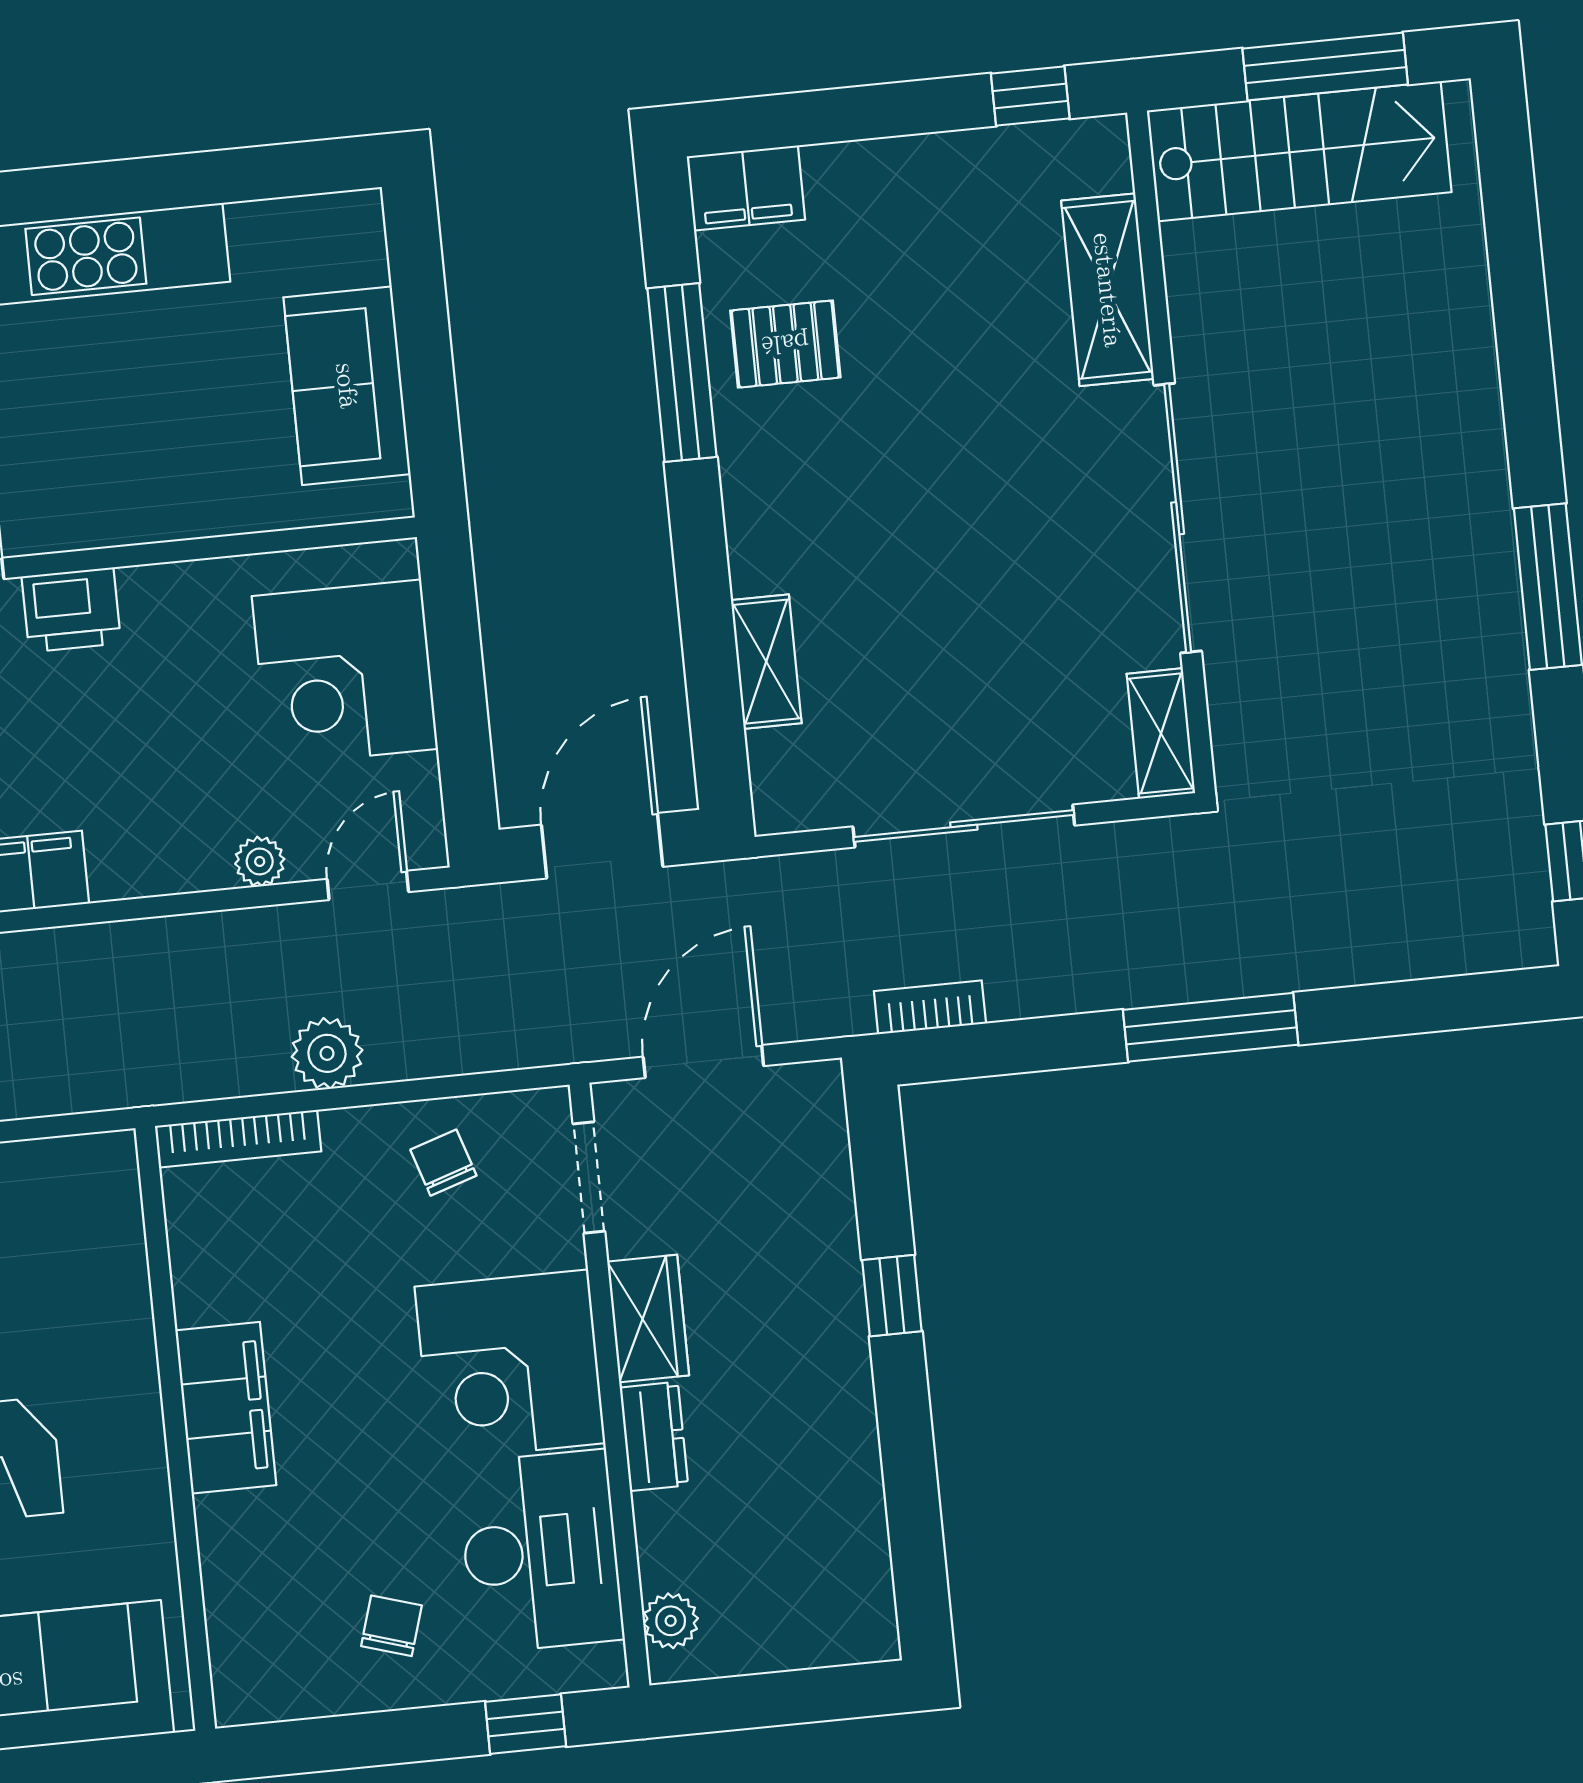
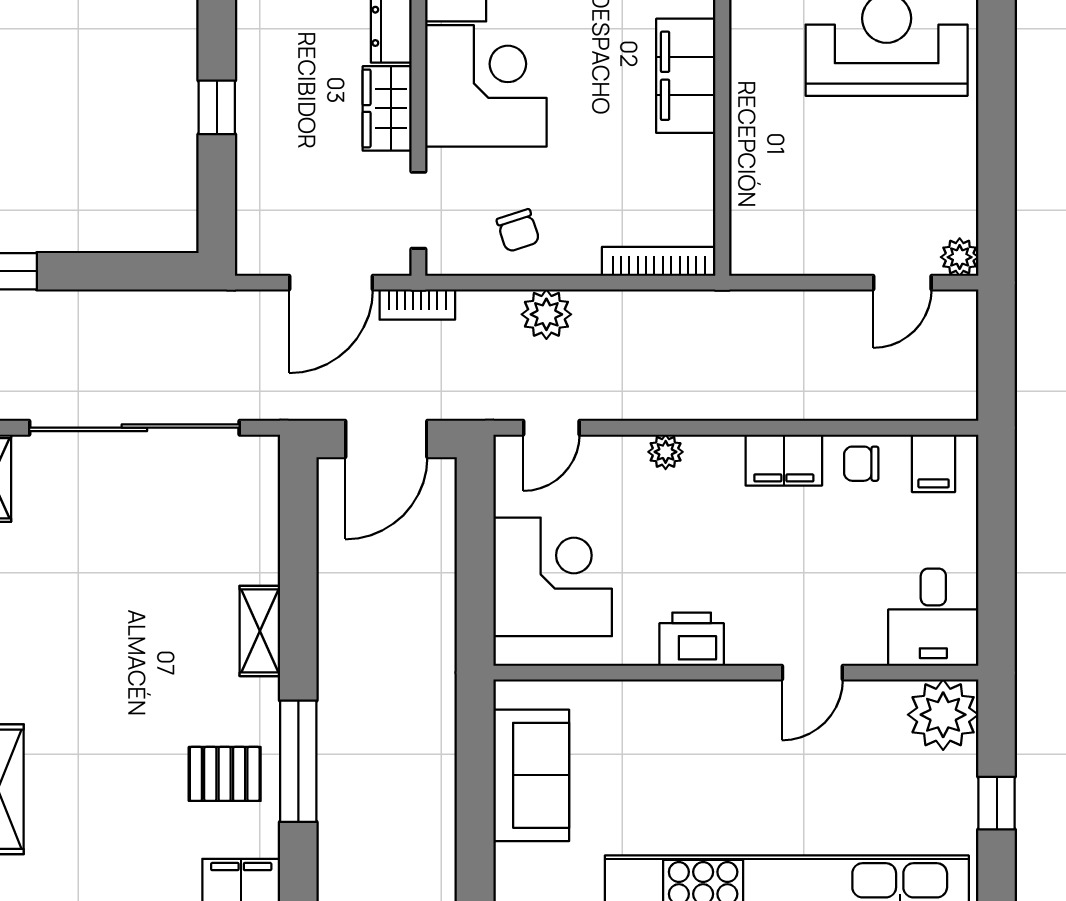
printer: (71, 610) -> (692, 639), moved
shelving: (766, 662) -> (260, 631), moved
sliding door: (964, 826) -> (134, 428), width x1.36
plant: (260, 861) -> (666, 452), moved
bookcase: (930, 1007) -> (417, 305), moved
plant: (327, 1053) -> (546, 314), moved

